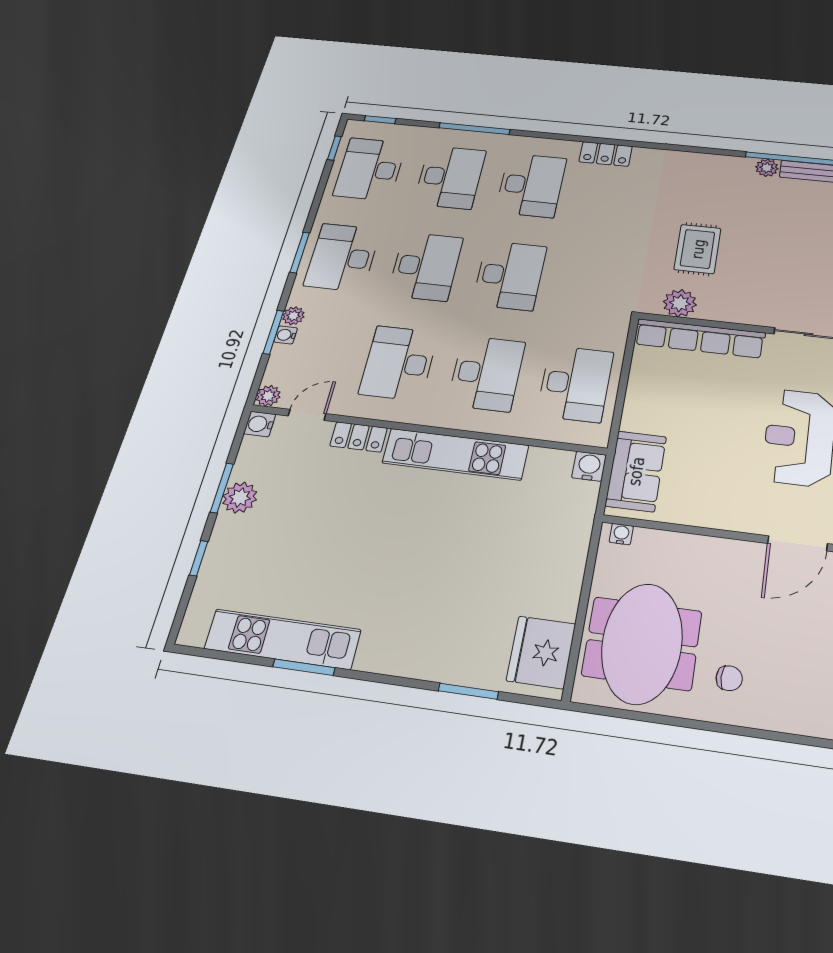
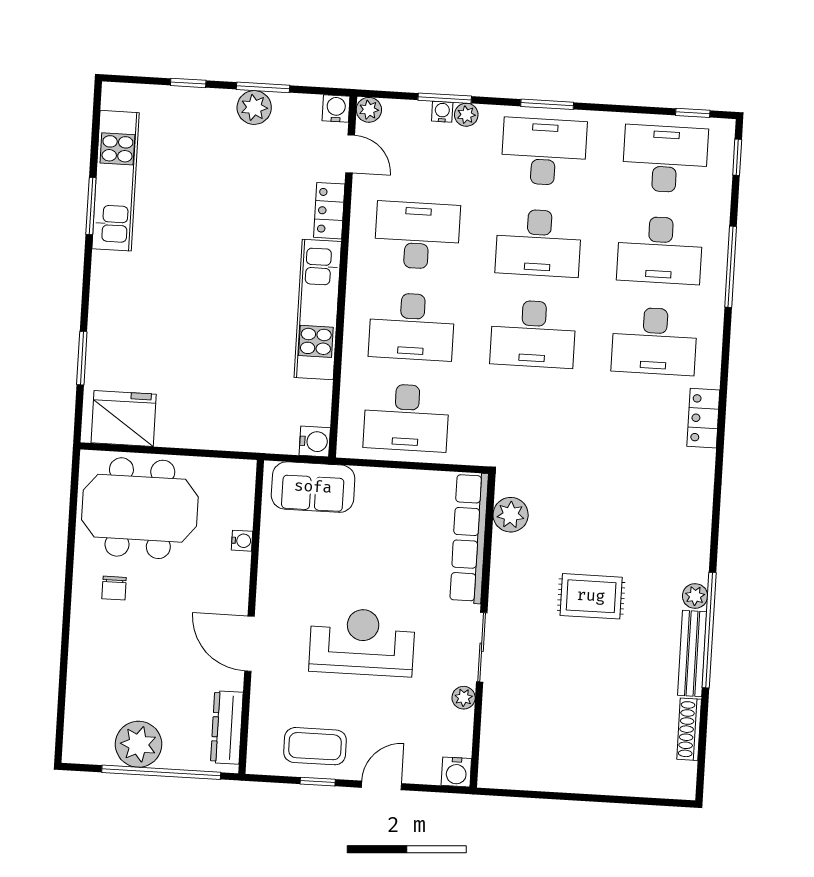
rug: (698, 249) -> (591, 596), moved
water cooler: (621, 534) -> (242, 541), moved

